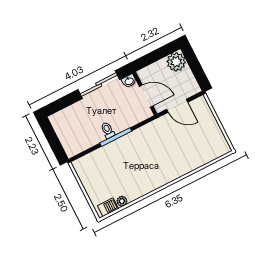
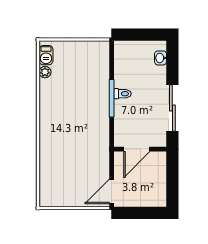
plant: (176, 62) -> (156, 196), removed
washbasin: (129, 81) -> (161, 58), moved
door: (177, 106) -> (112, 191), moved

